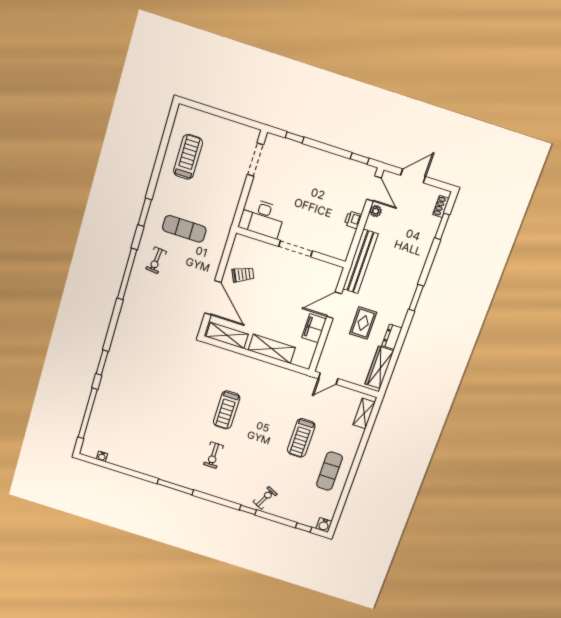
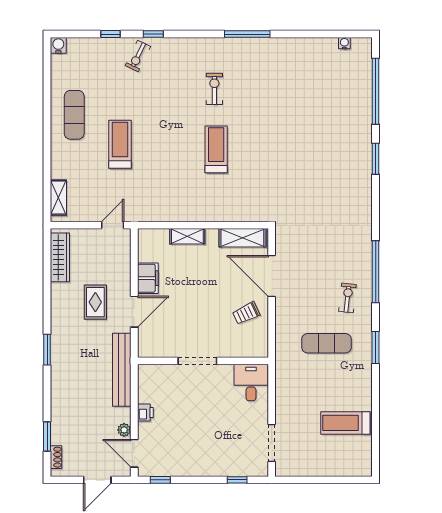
treadmill: (188, 157) -> (345, 423), turned 90
desk: (262, 218) -> (251, 383), width x0.73
dresser: (392, 337) -> (58, 297), removed
shelving: (272, 349) -> (187, 236), width x0.67, depth x0.75
window: (304, 528) -> (111, 34), moved

